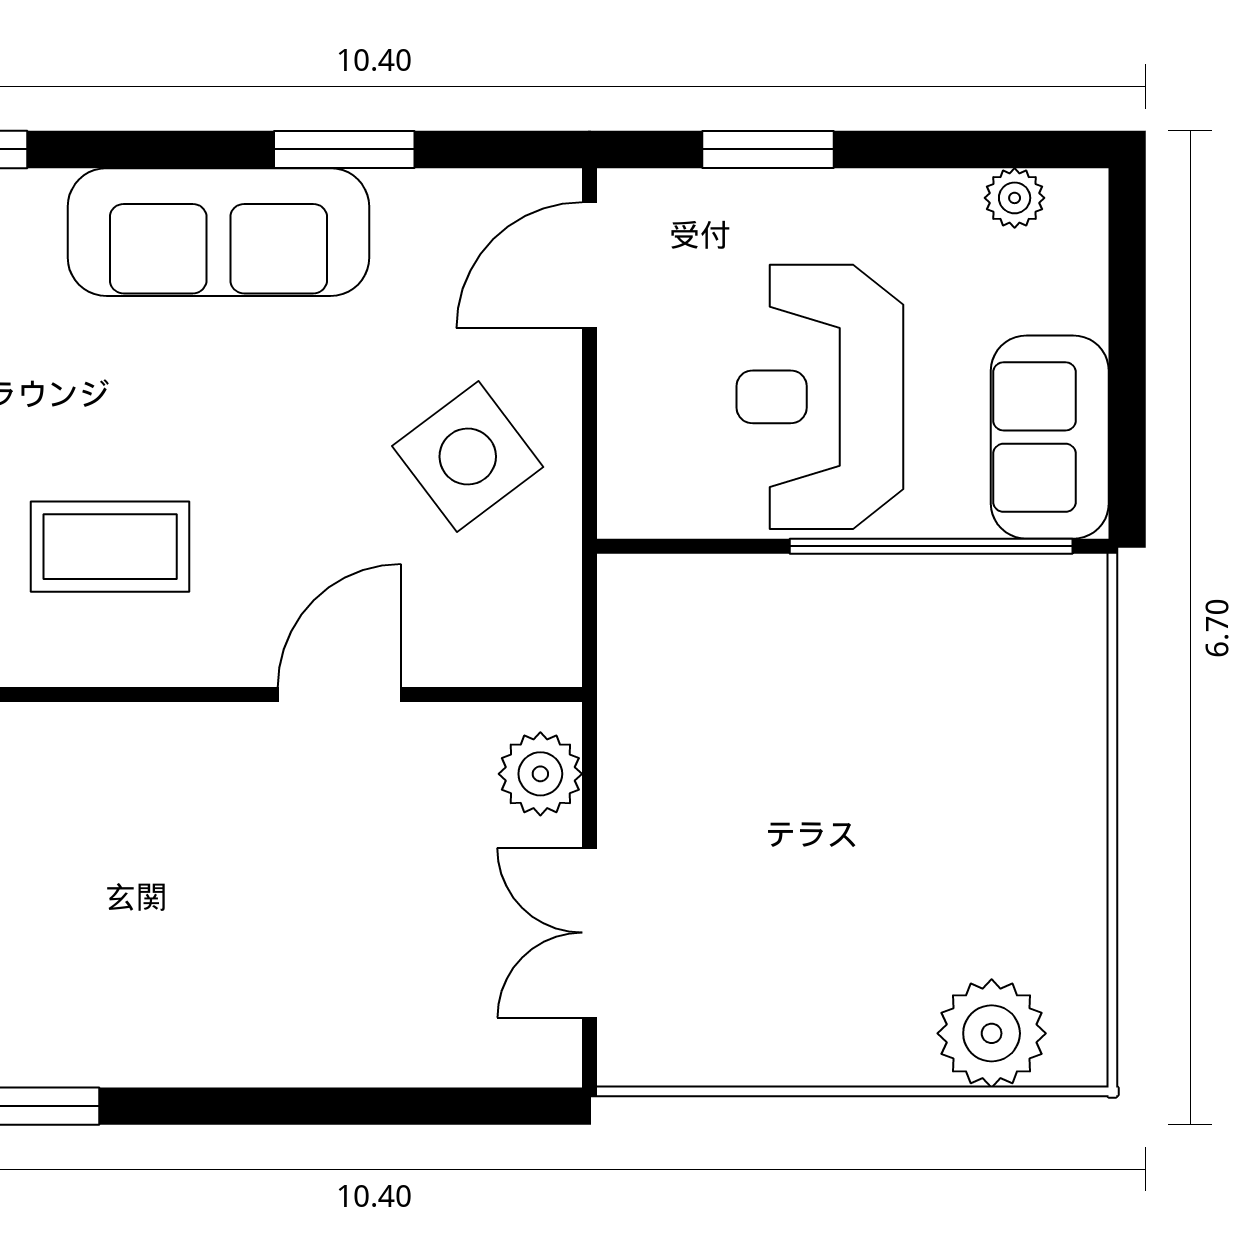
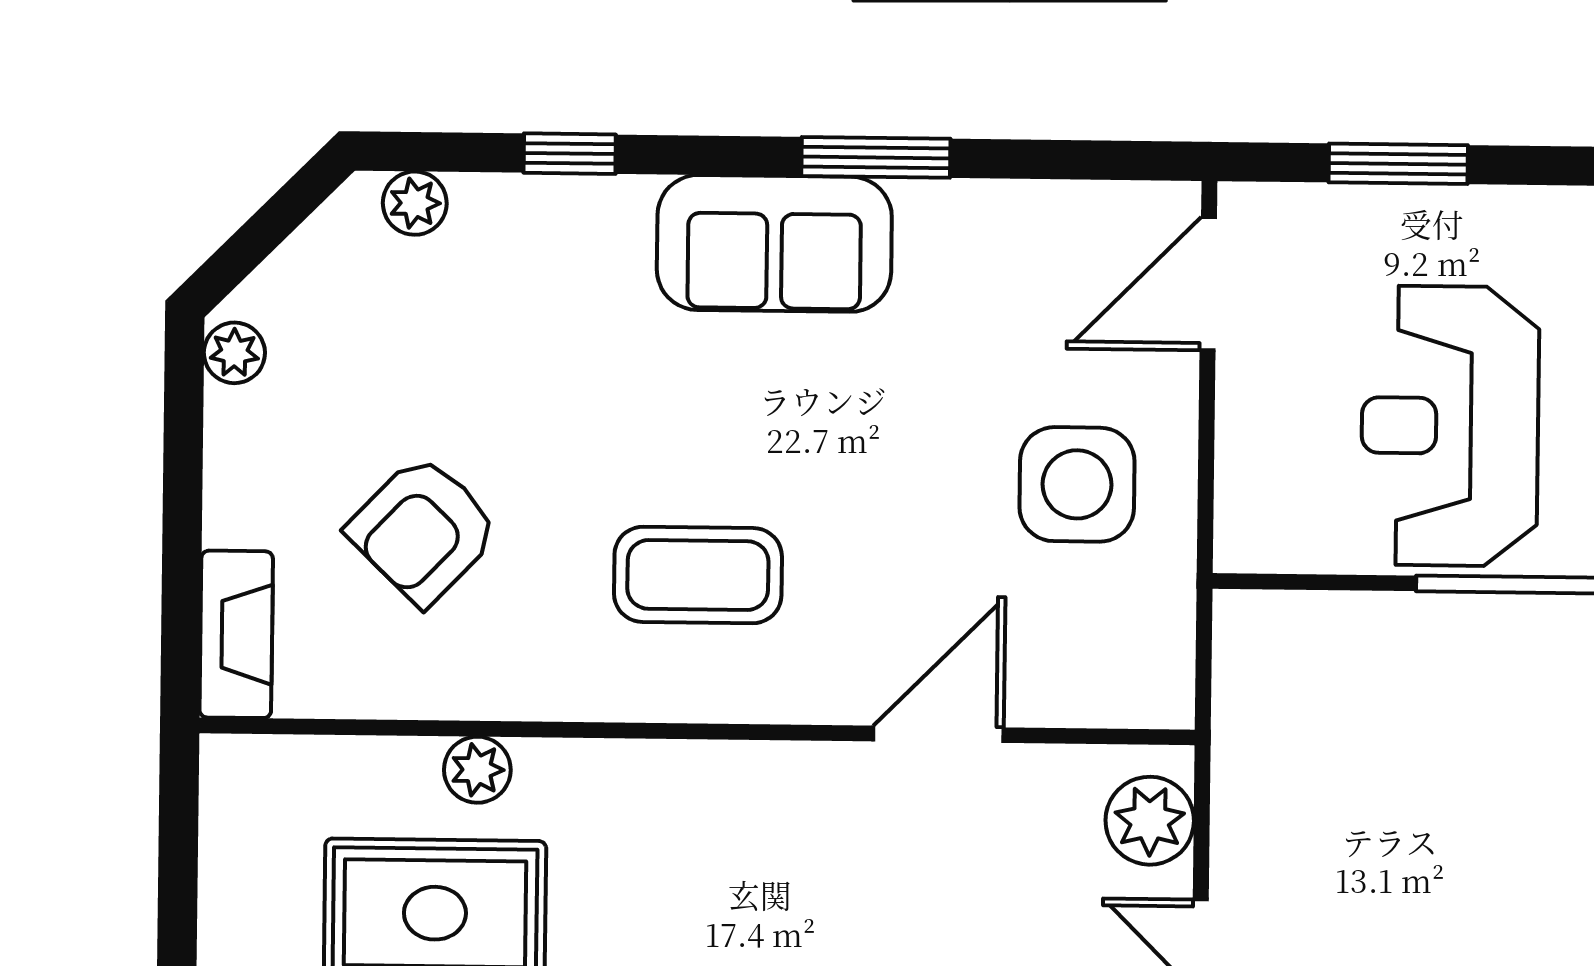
window: (344, 149) -> (876, 157), moved
sofa: (218, 232) -> (774, 243), width x0.73
side table: (468, 457) -> (1077, 484), turned 37

